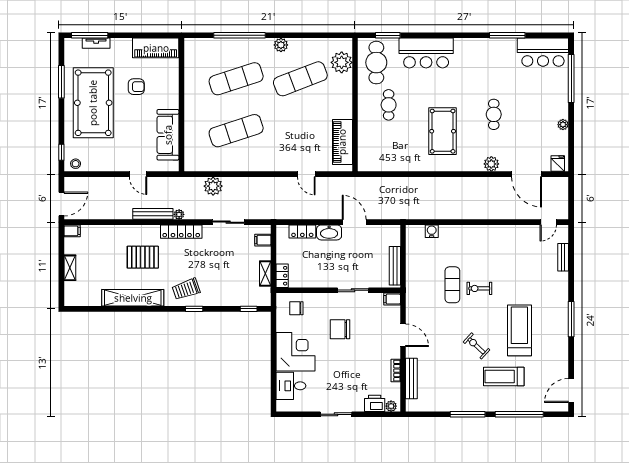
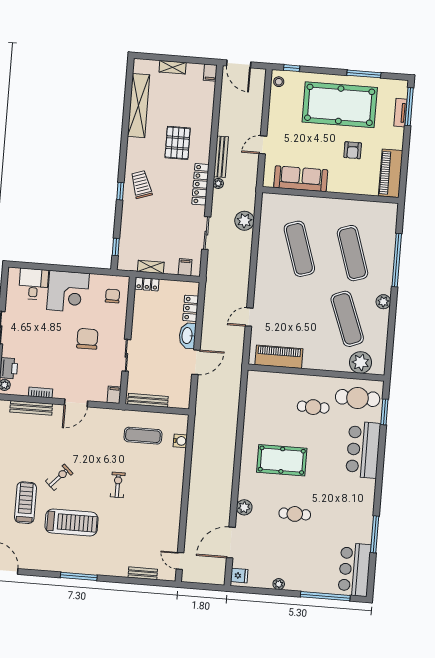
exercise mat: (452, 285) -> (143, 436), moved
shelving: (133, 298) -> (139, 106), moved

